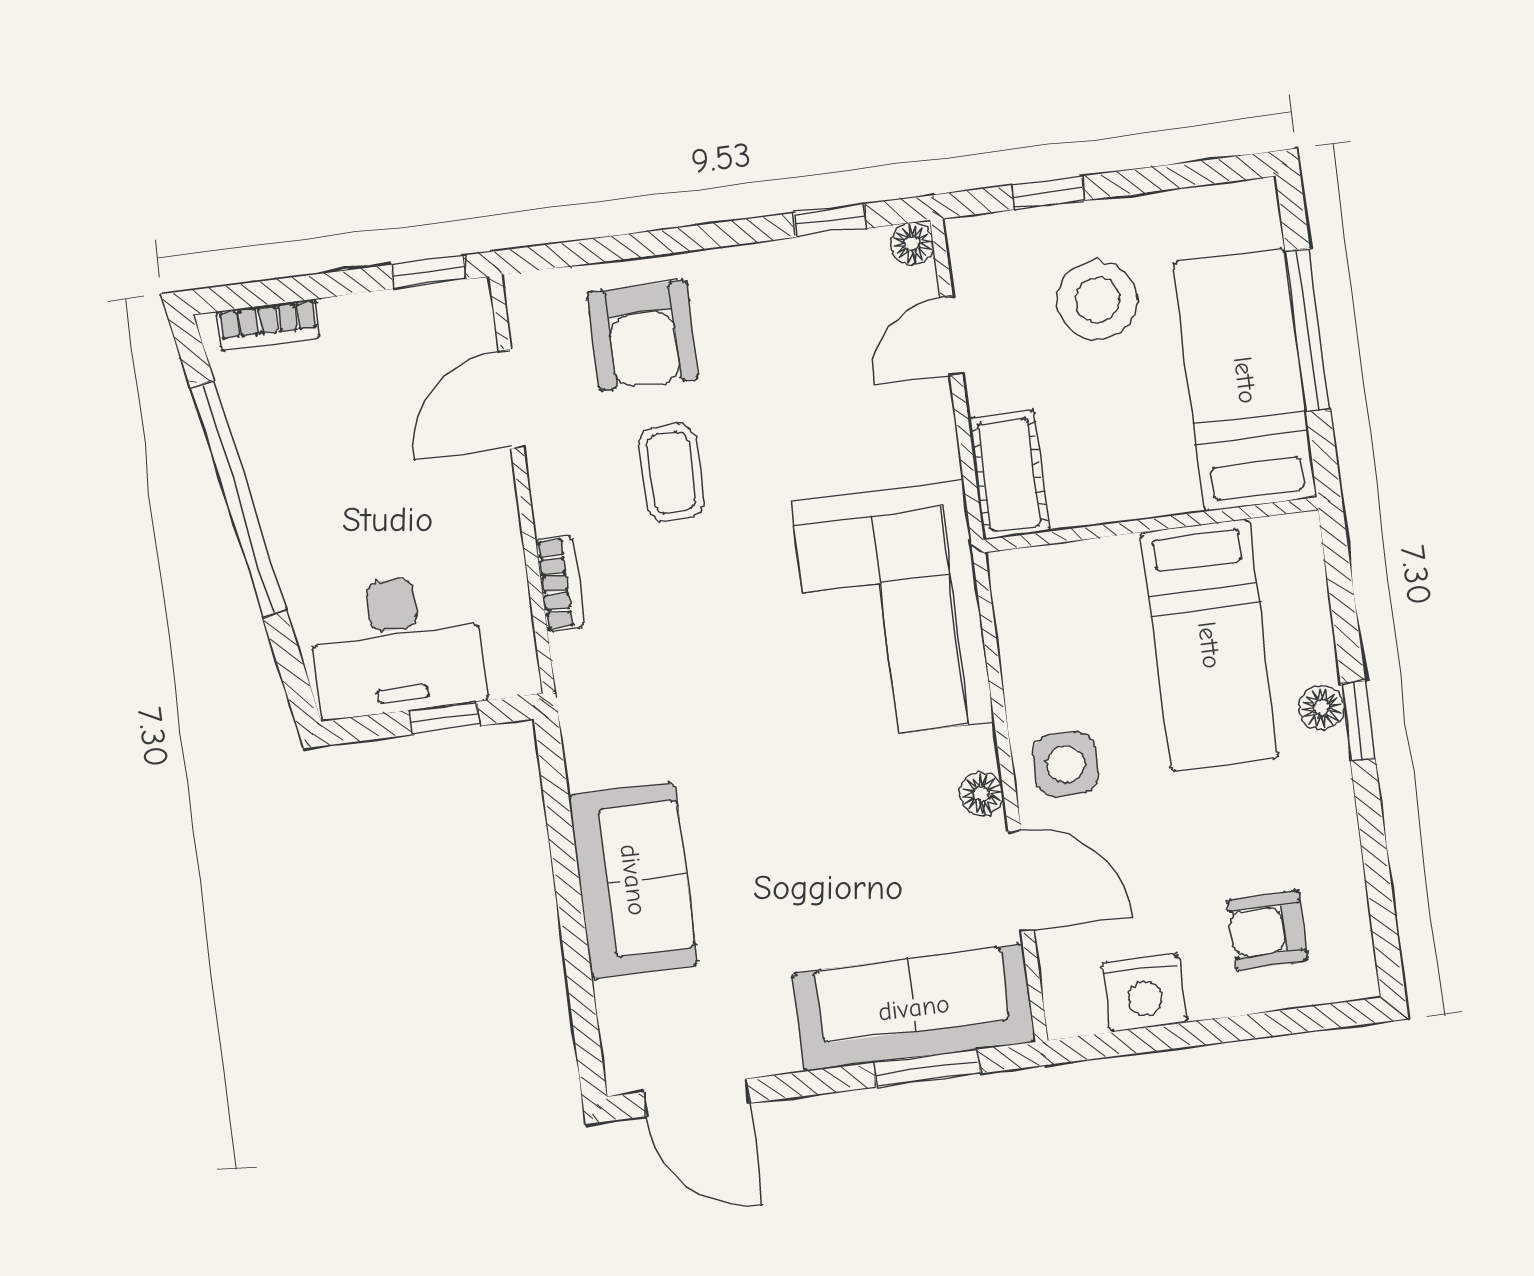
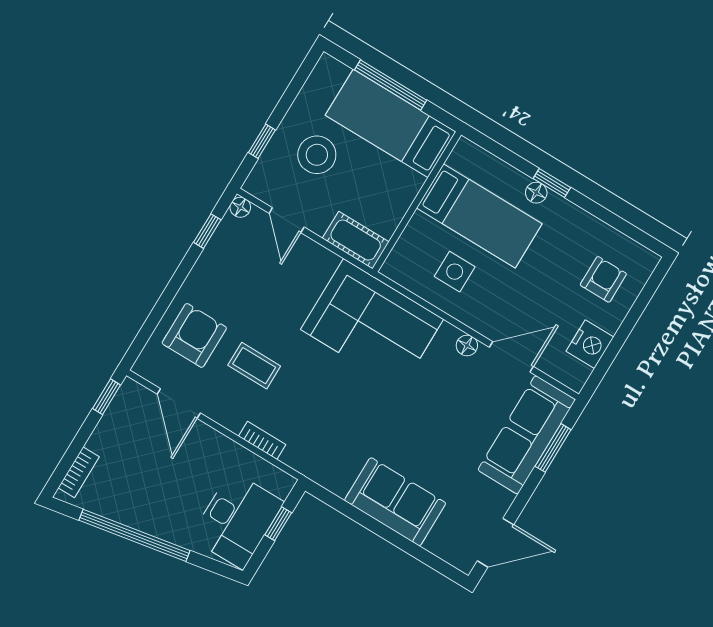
armchair: (643, 336) -> (194, 335), turned -90
side table: (1066, 764) -> (455, 272), moved
armchair: (1268, 930) -> (603, 279), turned 180

